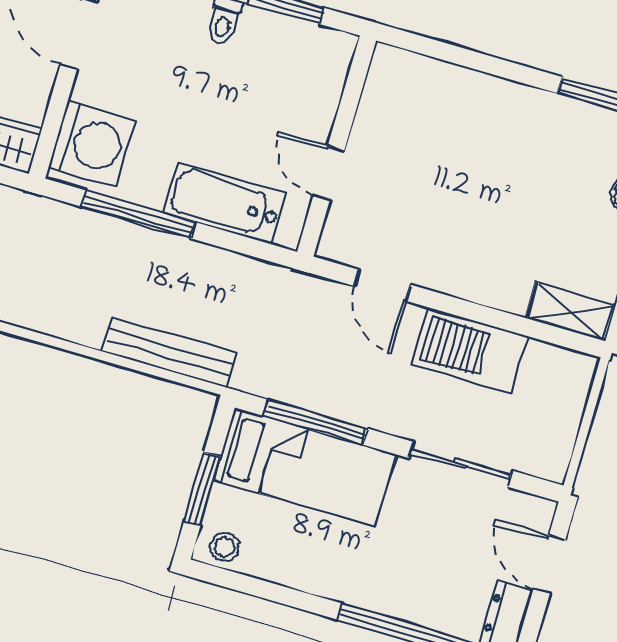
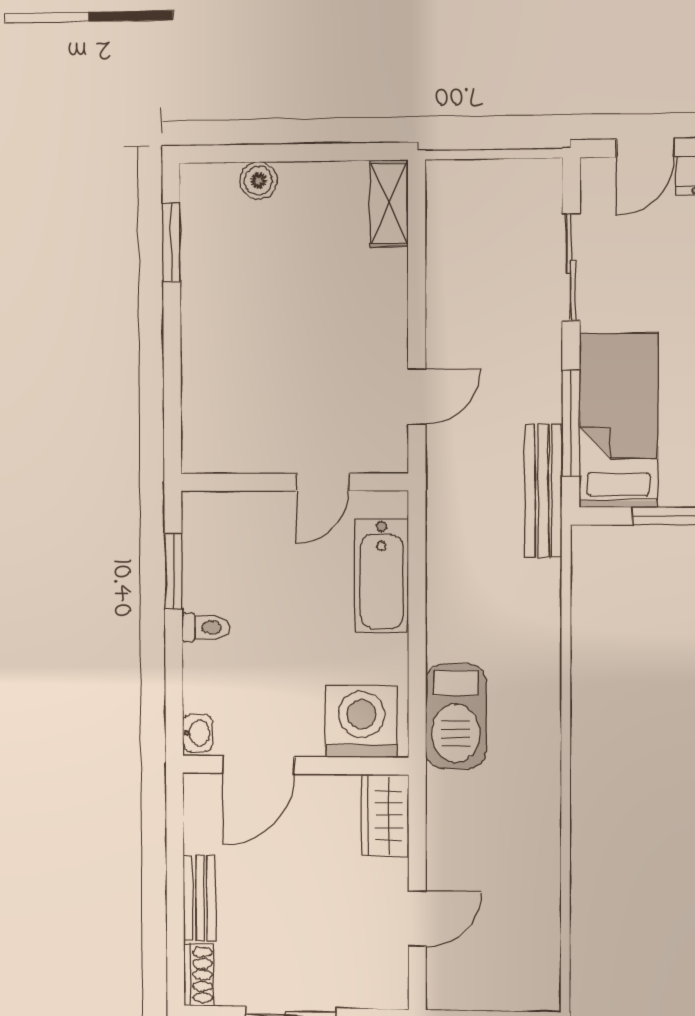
window: (138, 214) -> (417, 657), removed
barbecue: (470, 350) -> (456, 716), moved
bench: (170, 352) -> (543, 491), moved

